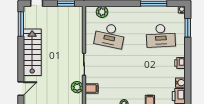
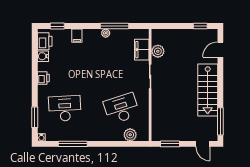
desk: (110, 36) -> (122, 108), turned -30
filing cabinet: (92, 89) -> (142, 50), width x2.00

